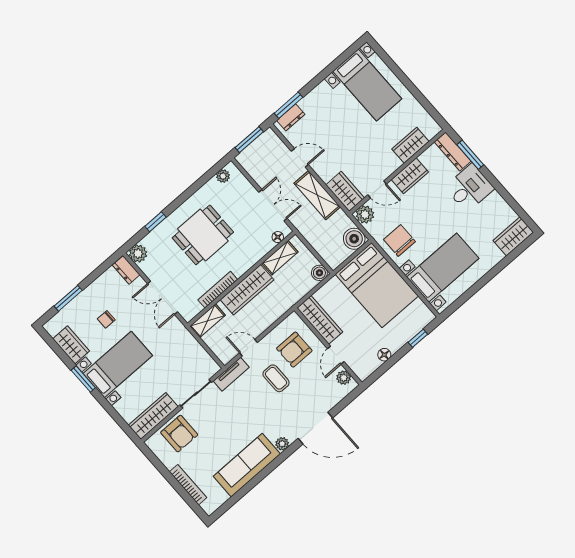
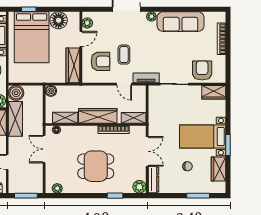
shelving: (317, 195) -> (15, 119), moved
dresser: (126, 270) -> (153, 180), width x1.44
bed: (377, 285) -> (32, 37), moved, turned 180
floor lamp: (384, 355) -> (59, 20), width x1.89, depth x1.89
wardrobe: (153, 416) -> (214, 92), width x0.67

